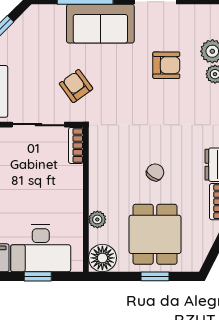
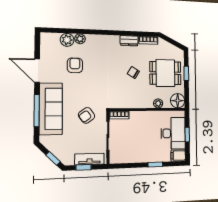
sofa: (100, 24) -> (51, 109), width x1.36

